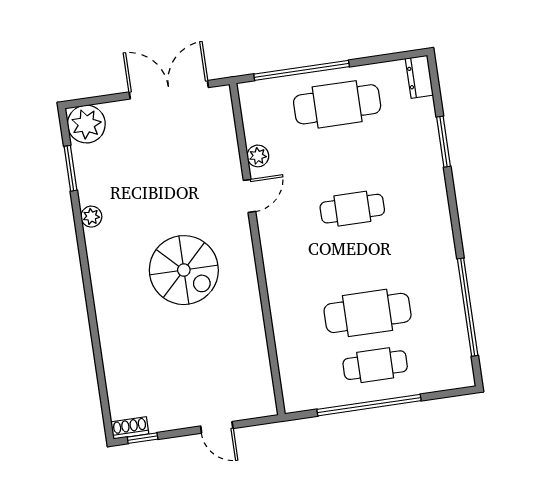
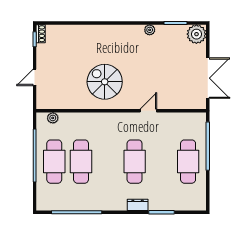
dresser: (419, 77) -> (138, 205), moved
plant: (258, 156) -> (53, 118), moved
door: (250, 196) -> (148, 111), swing flipped
cafe table: (352, 209) -> (135, 162), width x1.37, depth x1.35
spiral stairs: (184, 270) -> (105, 82), moved, turned 90
cafe table: (375, 365) -> (54, 162), width x1.37, depth x1.35

